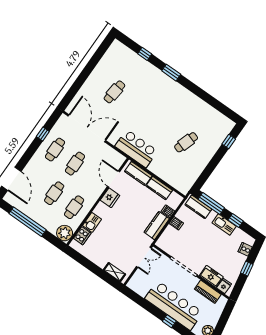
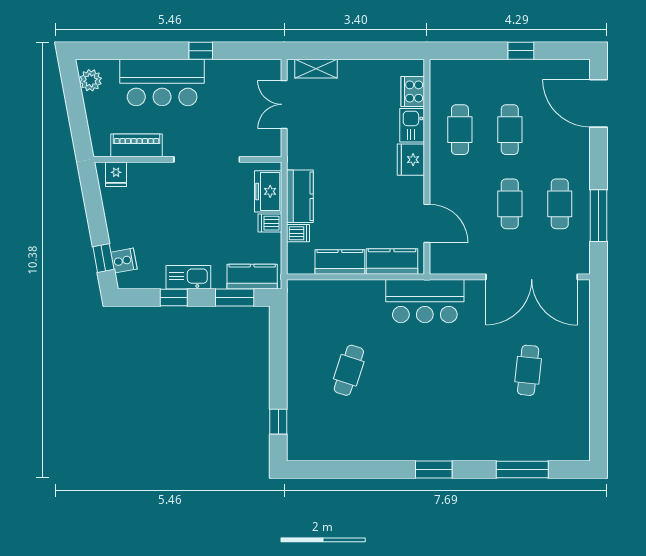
window: (145, 54) -> (522, 470), width x2.17
window: (171, 73) -> (434, 470), moved
window: (43, 134) -> (599, 216), width x2.17
fridge: (110, 198) -> (411, 160), moved
window: (211, 203) -> (235, 297), width x0.69
window: (28, 222) -> (521, 51), width x0.32
plant: (65, 233) -> (446, 75), removed
double door: (144, 257) -> (284, 104), moved
window: (247, 269) -> (103, 258), moved
freezer: (211, 276) -> (268, 191), moved, turned 90
bar counter: (174, 305) -> (162, 82), width x0.73
window: (169, 321) -> (201, 51), moved

